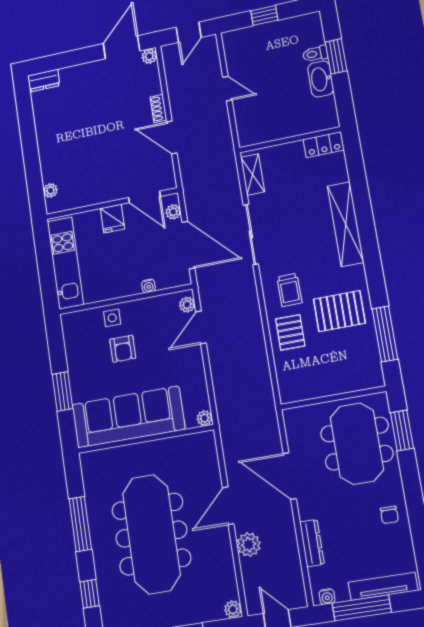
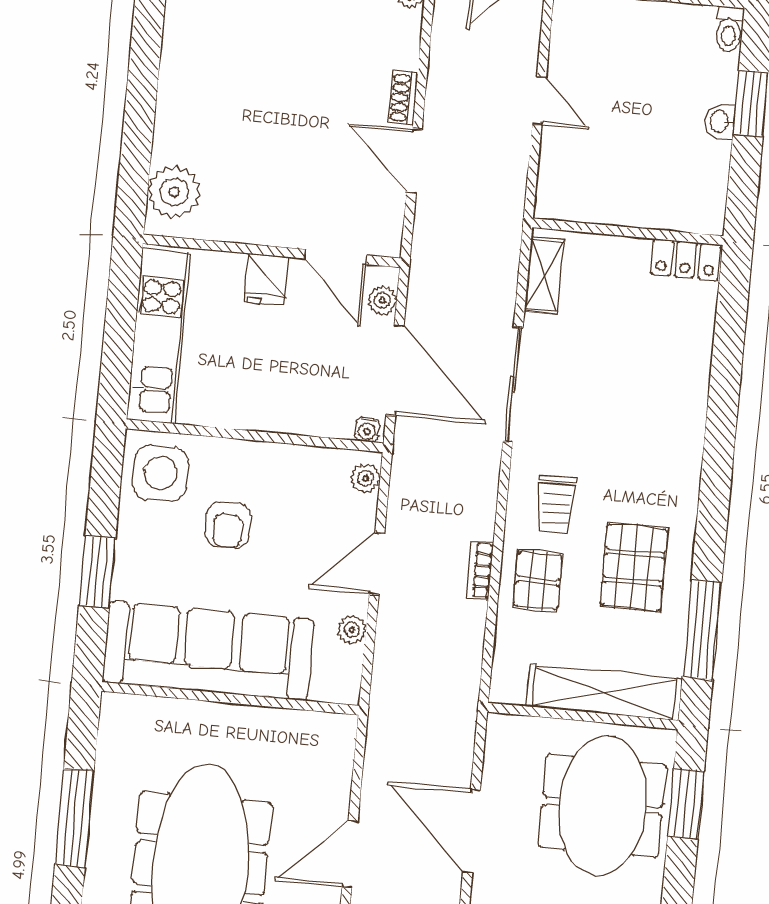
toilet: (315, 54) -> (729, 29), moved, turned -90
washbasin: (321, 79) -> (720, 121), width x0.52, depth x0.69
plant: (50, 190) -> (174, 192), width x1.88, depth x1.88
shelving: (346, 224) -> (604, 693), moved, turned 90
water cooler: (149, 286) -> (367, 430), moved
pallet: (339, 311) -> (634, 567), turned 90
side table: (112, 318) -> (161, 473), moved, width x1.87, depth x1.87
door: (201, 327) -> (377, 564), moved
bookcase: (258, 336) -> (480, 570), added
plant: (204, 418) -> (352, 630), moved

